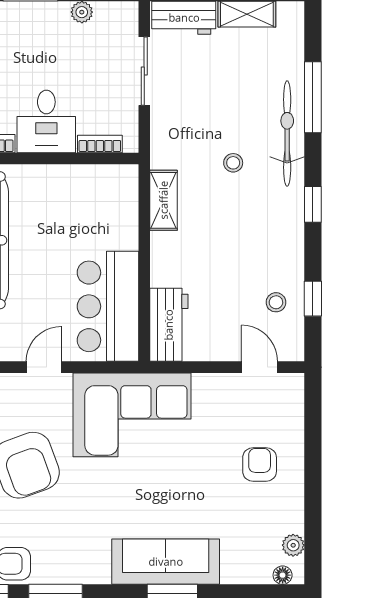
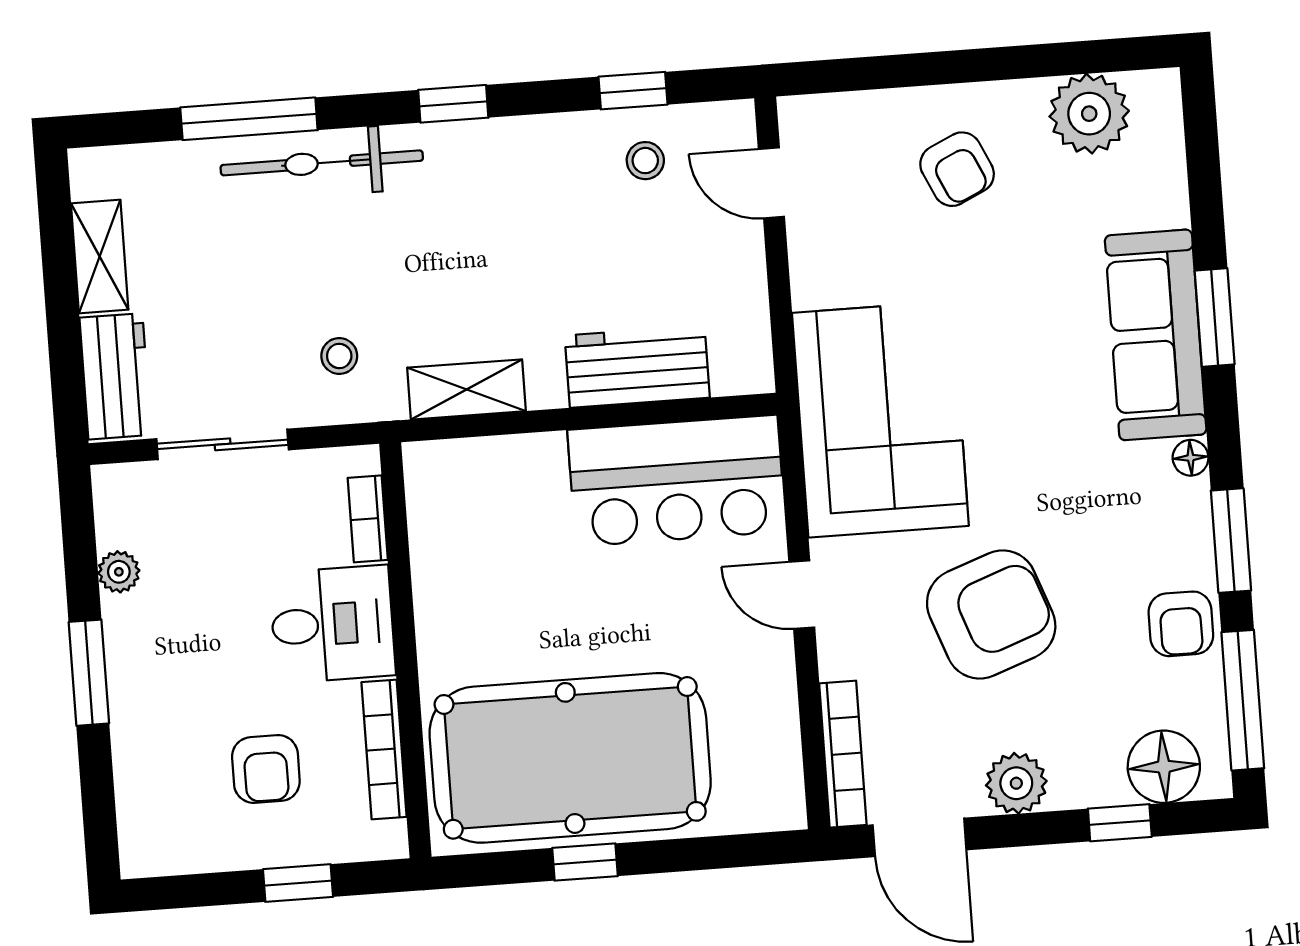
stool: (233, 163) -> (339, 356), moved
workbench: (169, 325) -> (637, 367), moved
door: (259, 367) -> (771, 183), hinge flipped
armchair: (260, 464) -> (957, 169), turned -115
plant: (293, 545) -> (1089, 114), width x1.88, depth x1.88
floor lamp: (283, 575) -> (1191, 458), moved

